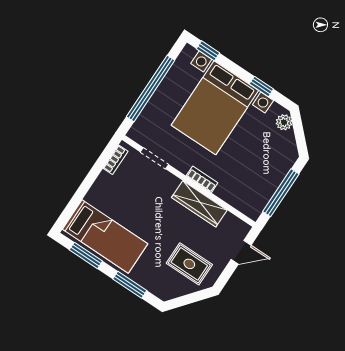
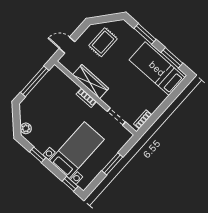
window: (151, 88) -> (112, 164), width x0.47
bed with nightstands: (215, 108) -> (77, 150), width x0.73
rug: (189, 264) -> (103, 42), turned 90

